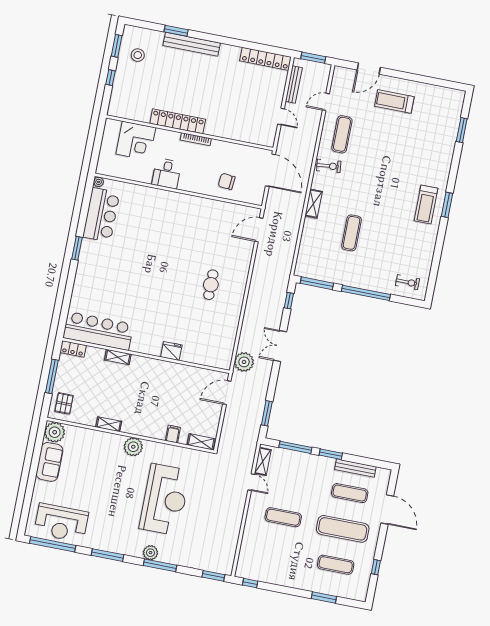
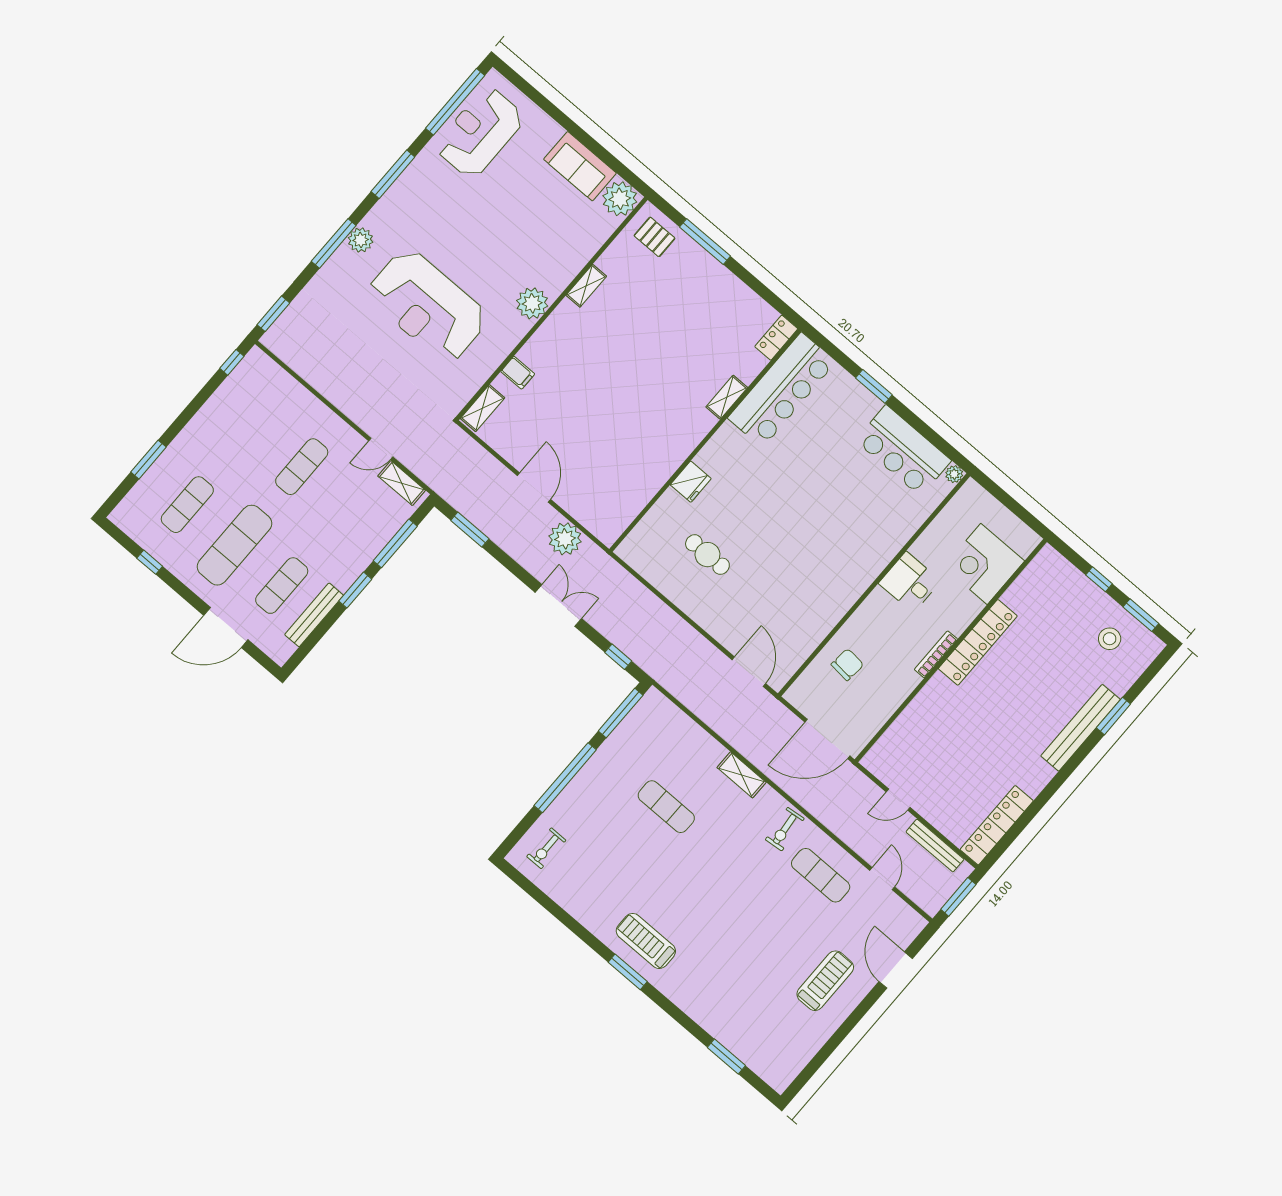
bar counter: (98, 331) -> (782, 390), moved
locker: (73, 349) -> (776, 338), moved
fridge: (171, 351) -> (691, 482), moved
wall: (146, 356) -> (705, 440), moved
shelving: (118, 357) -> (727, 397), moved

